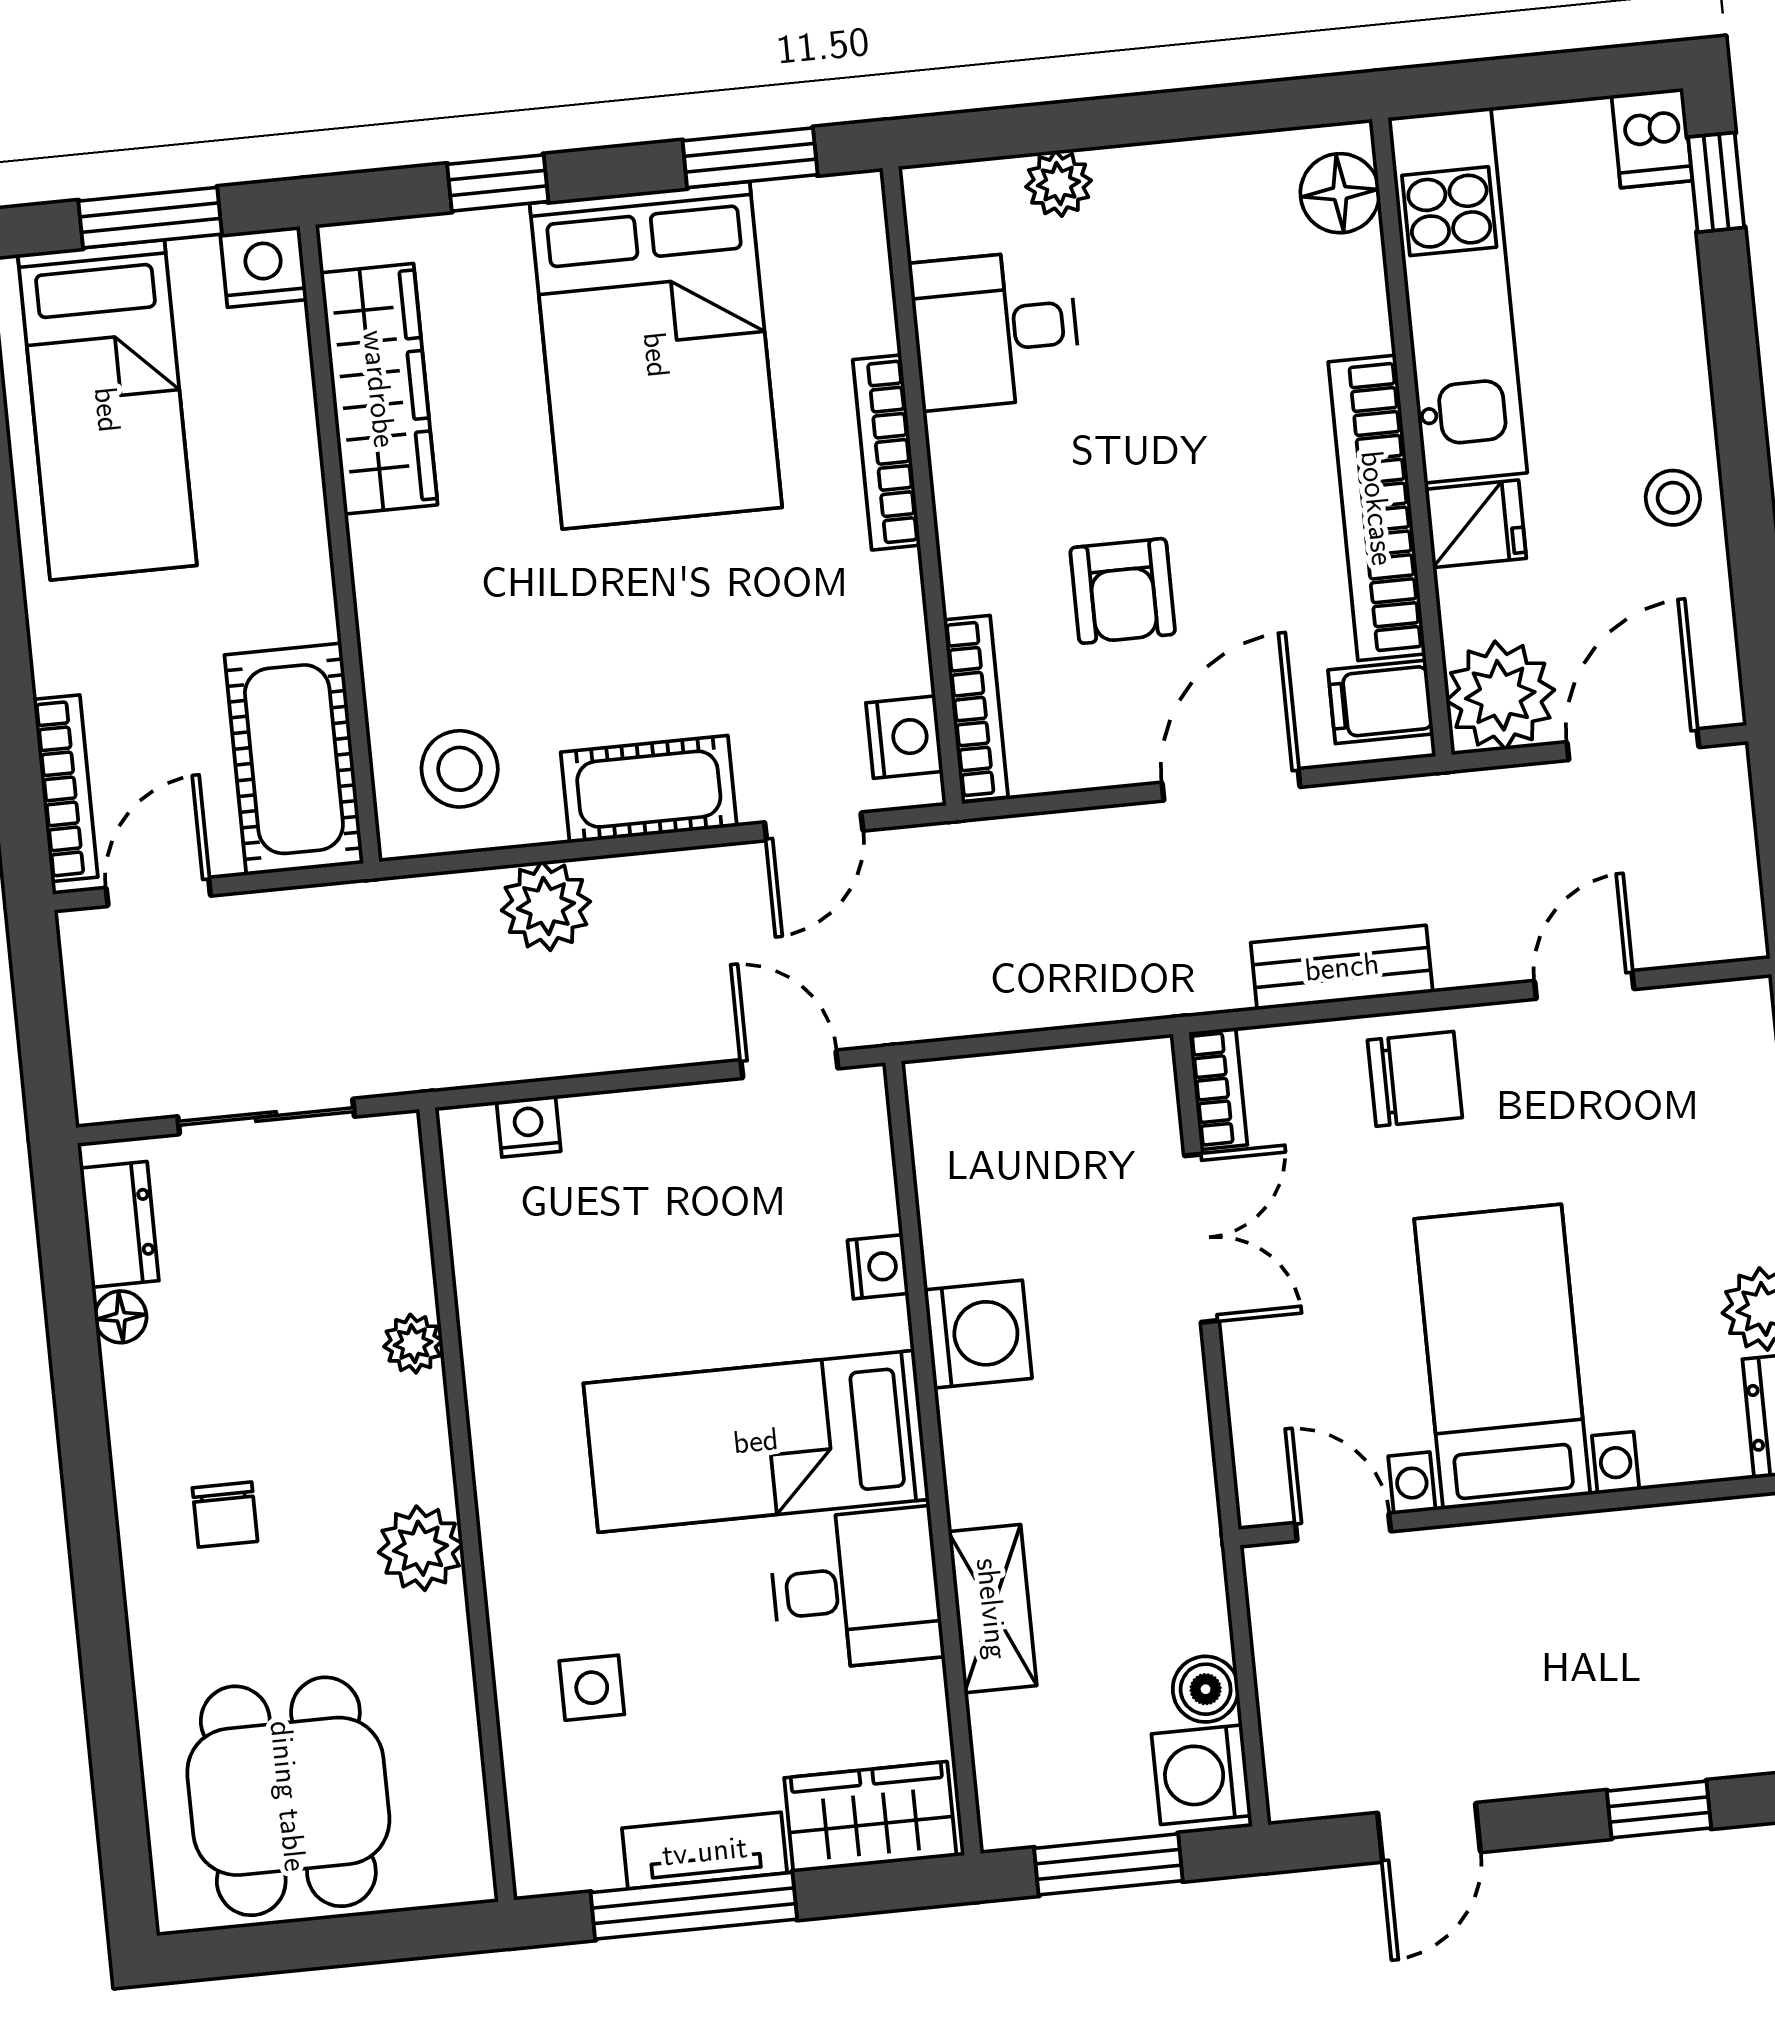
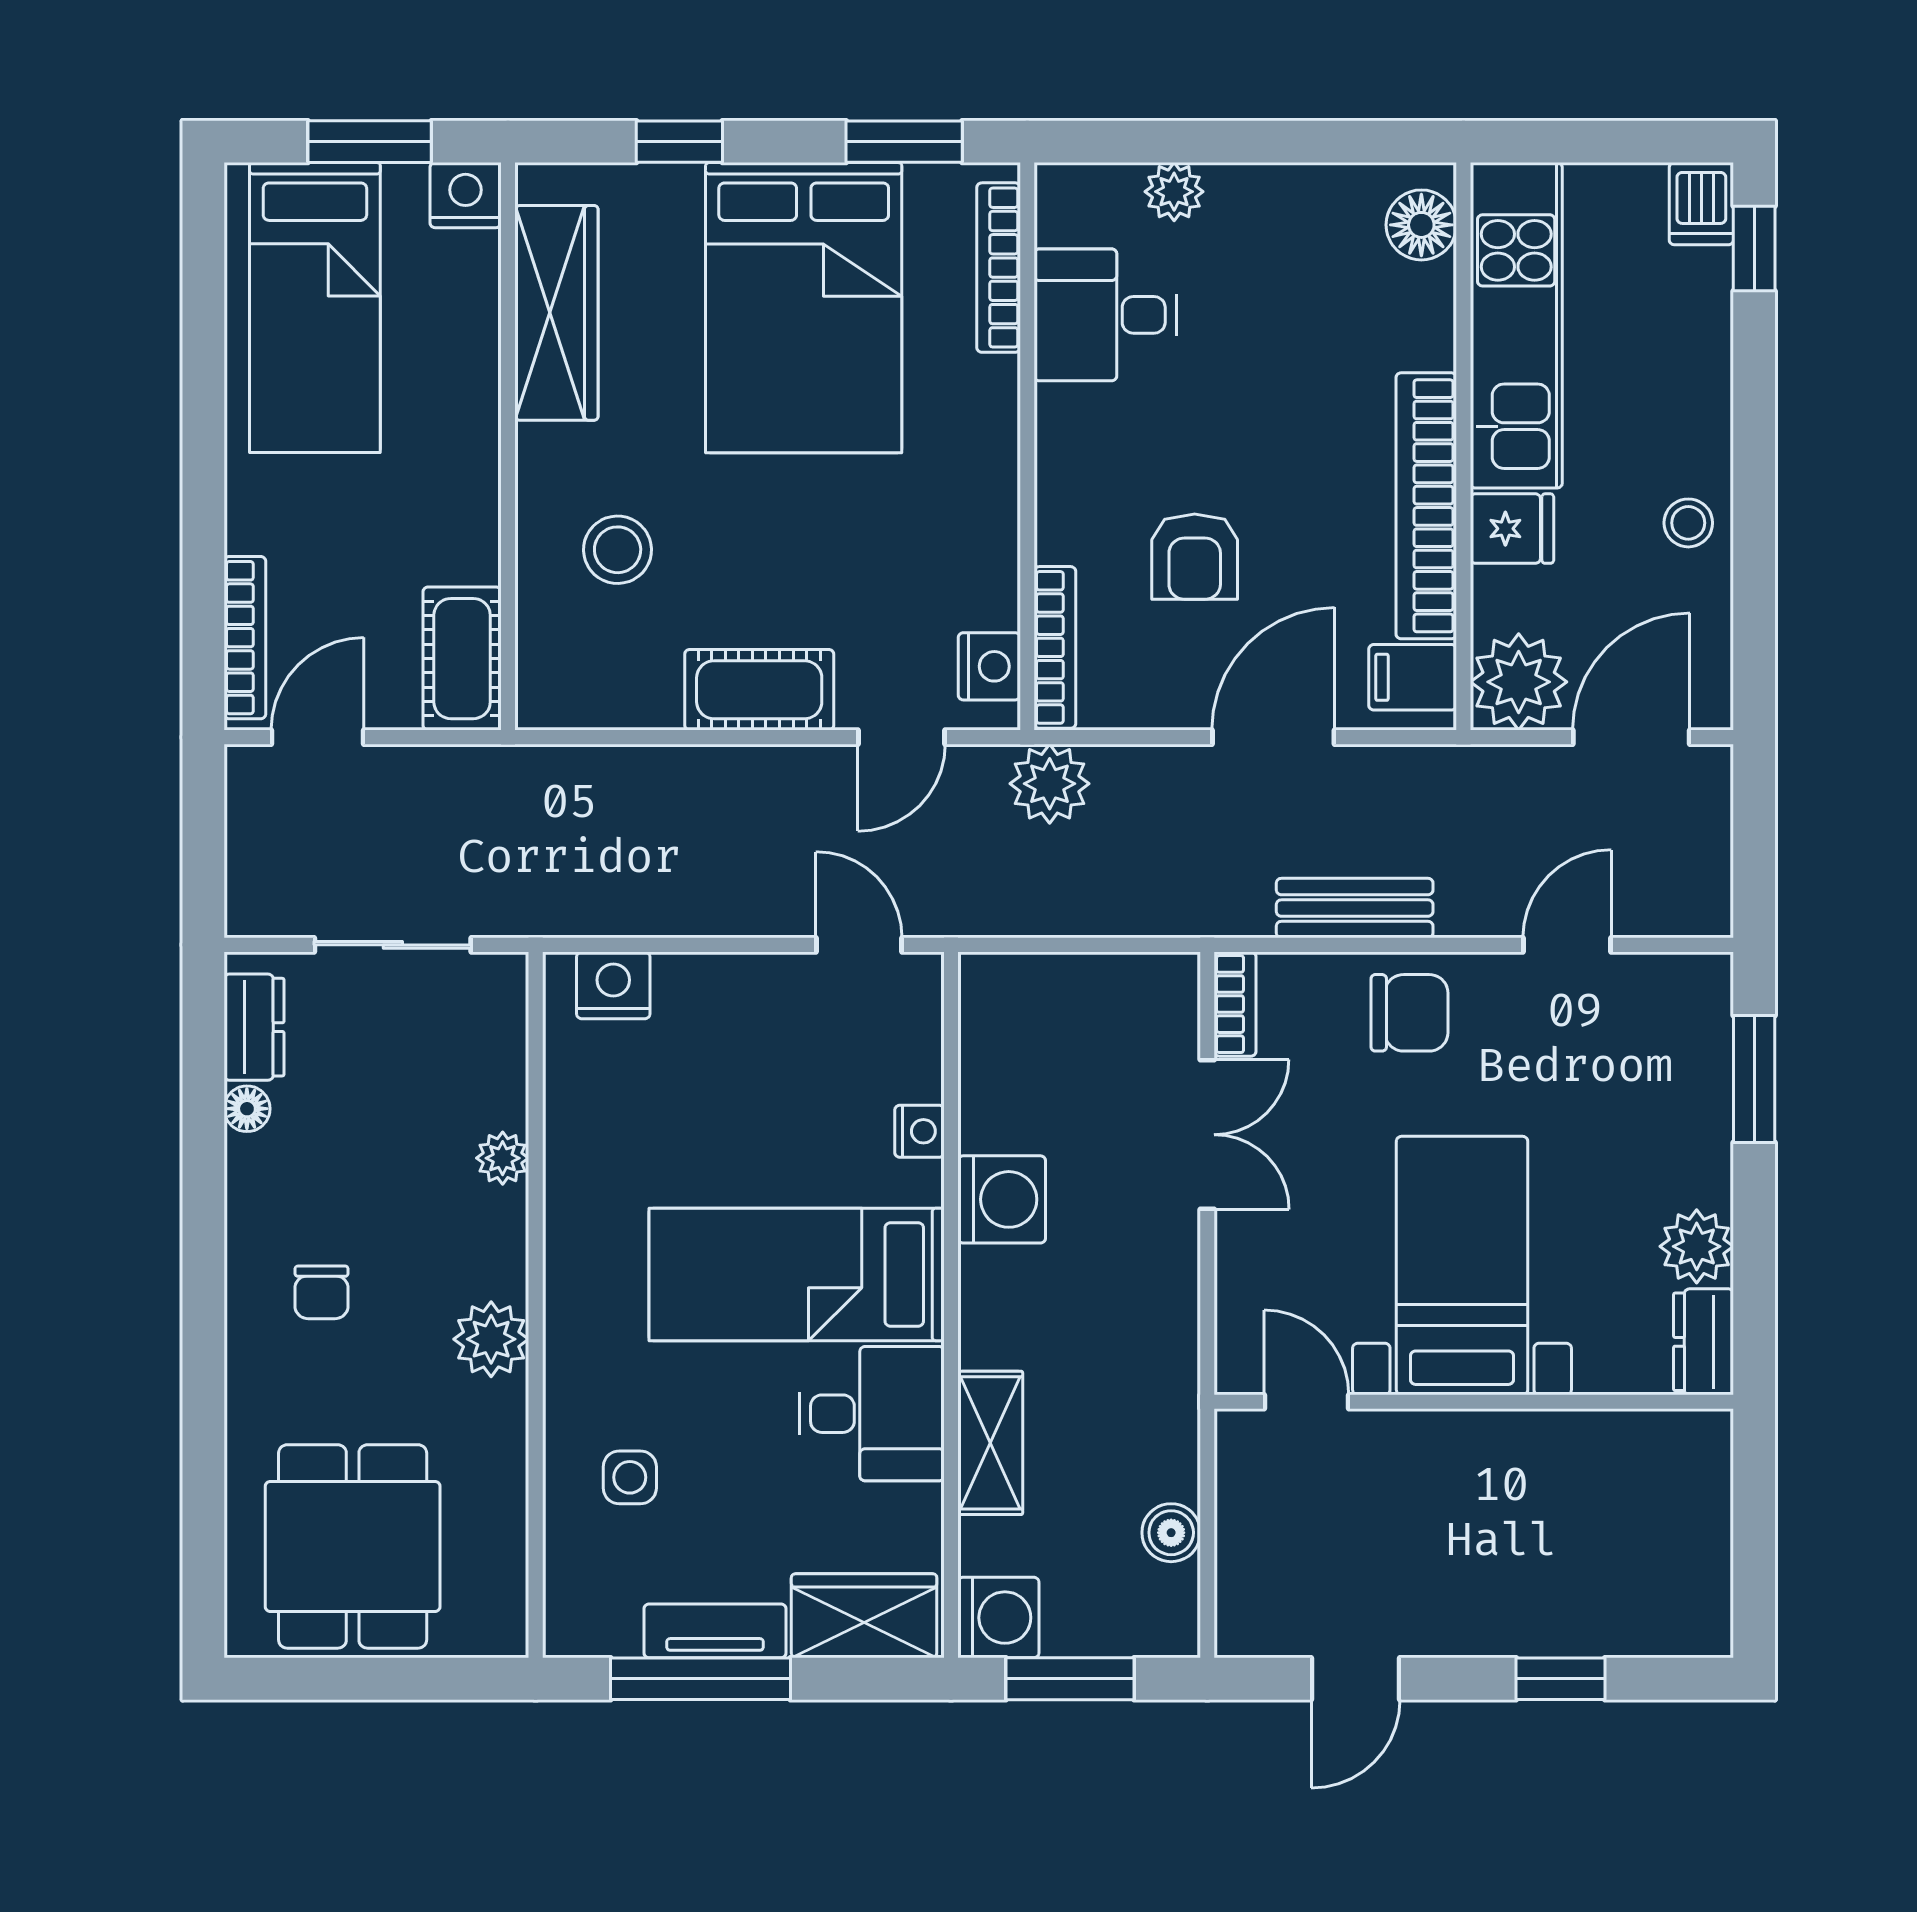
bookcase: (887, 452) -> (999, 268), moved
cot: (294, 759) -> (462, 659), width x0.73, depth x0.75
stool: (460, 769) -> (618, 550), moved
plant: (546, 906) -> (1050, 784), moved
nightstand: (529, 1126) -> (613, 985), width x1.39, depth x1.35
washing machine: (1201, 1775) -> (998, 1618), moved, turned 180

